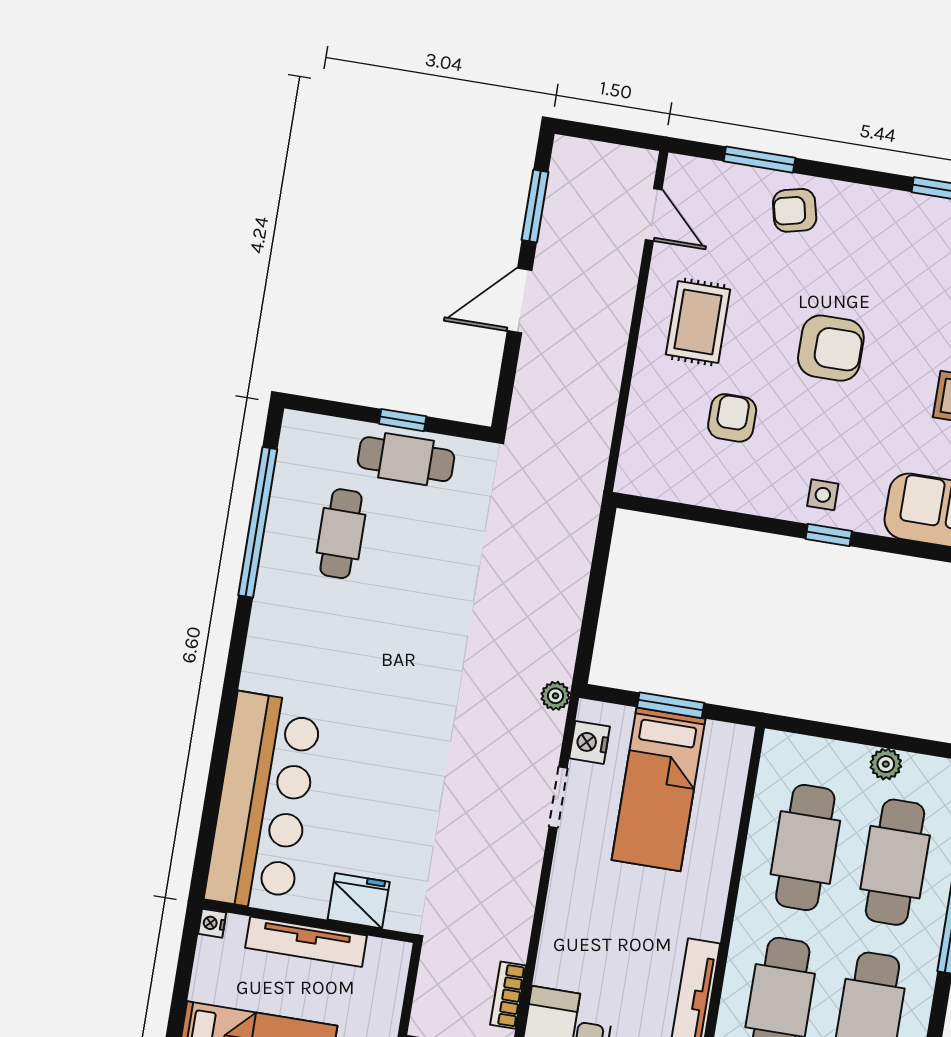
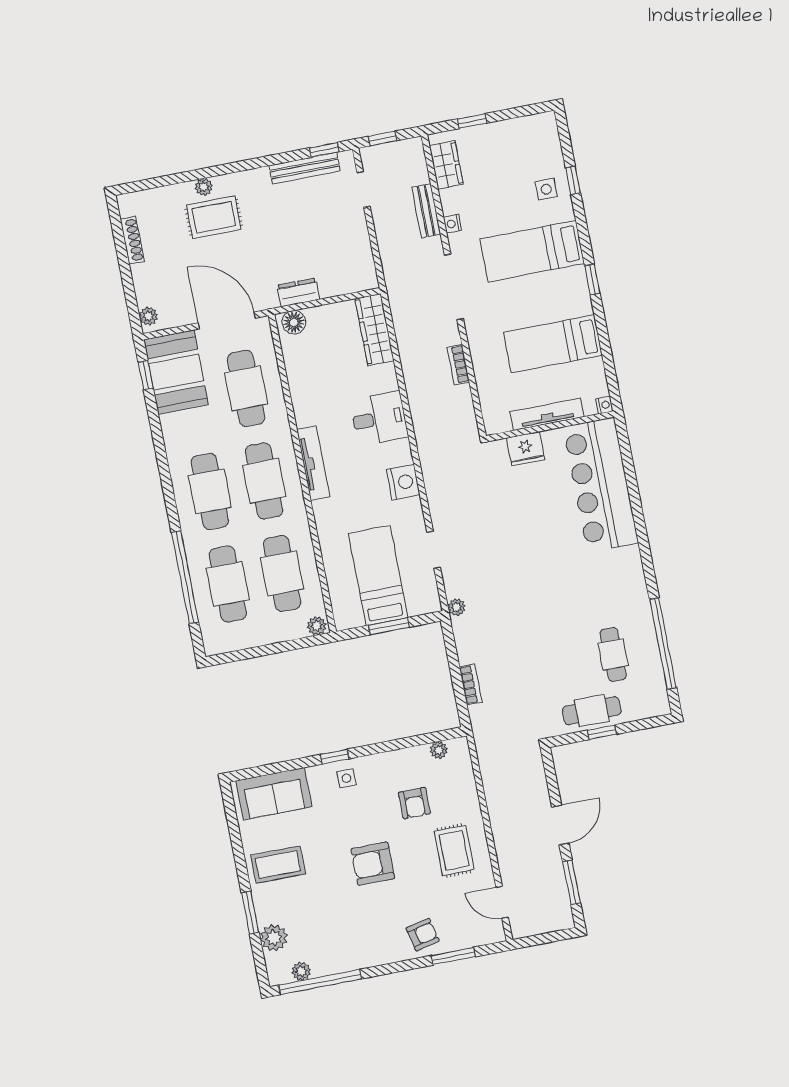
plant: (665, 486) -> (439, 750), added
nightstand: (589, 742) -> (403, 482), moved, width x1.36, depth x1.33
plant: (886, 764) -> (317, 626), moved
bookcase: (508, 995) -> (471, 684), moved

